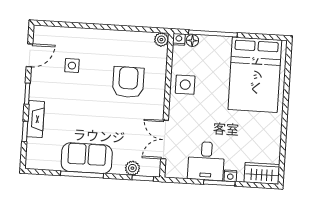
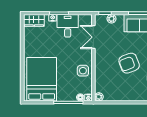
armchair: (128, 82) -> (129, 63), moved, turned 69
double door: (164, 140) -> (93, 37), swing flipped

